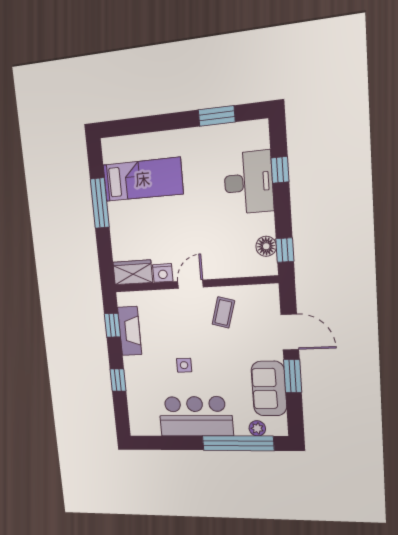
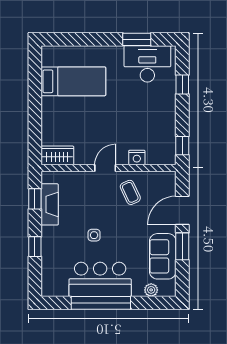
desk: (248, 182) -> (147, 64), moved, turned -90
window: (100, 203) -> (35, 97), removed
floor lamp: (266, 246) -> (168, 142), removed
nightstand: (163, 273) -> (137, 157), moved
coffee table: (223, 312) -> (130, 192), turned -41
door: (290, 332) -> (182, 210), swing flipped
window: (238, 443) -> (101, 303), moved

